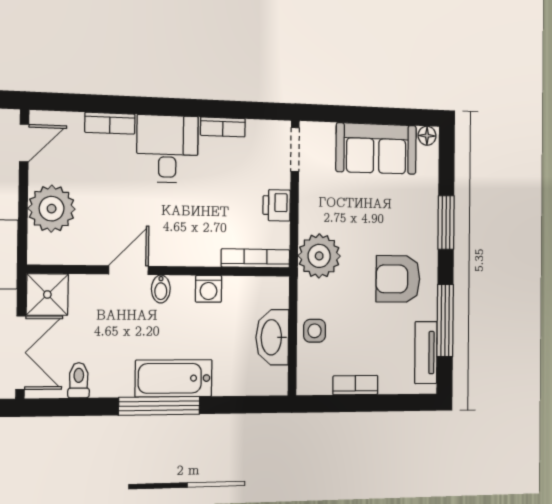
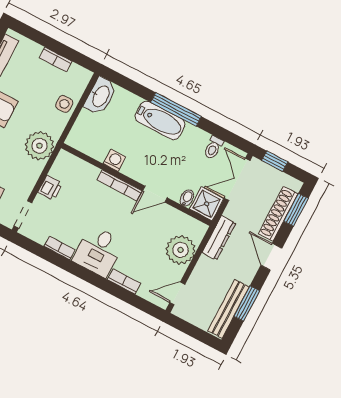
bookcase: (256, 258) -> (120, 185), moved
bidet: (161, 289) -> (187, 198), moved
washbasin: (272, 337) -> (100, 96), moved

